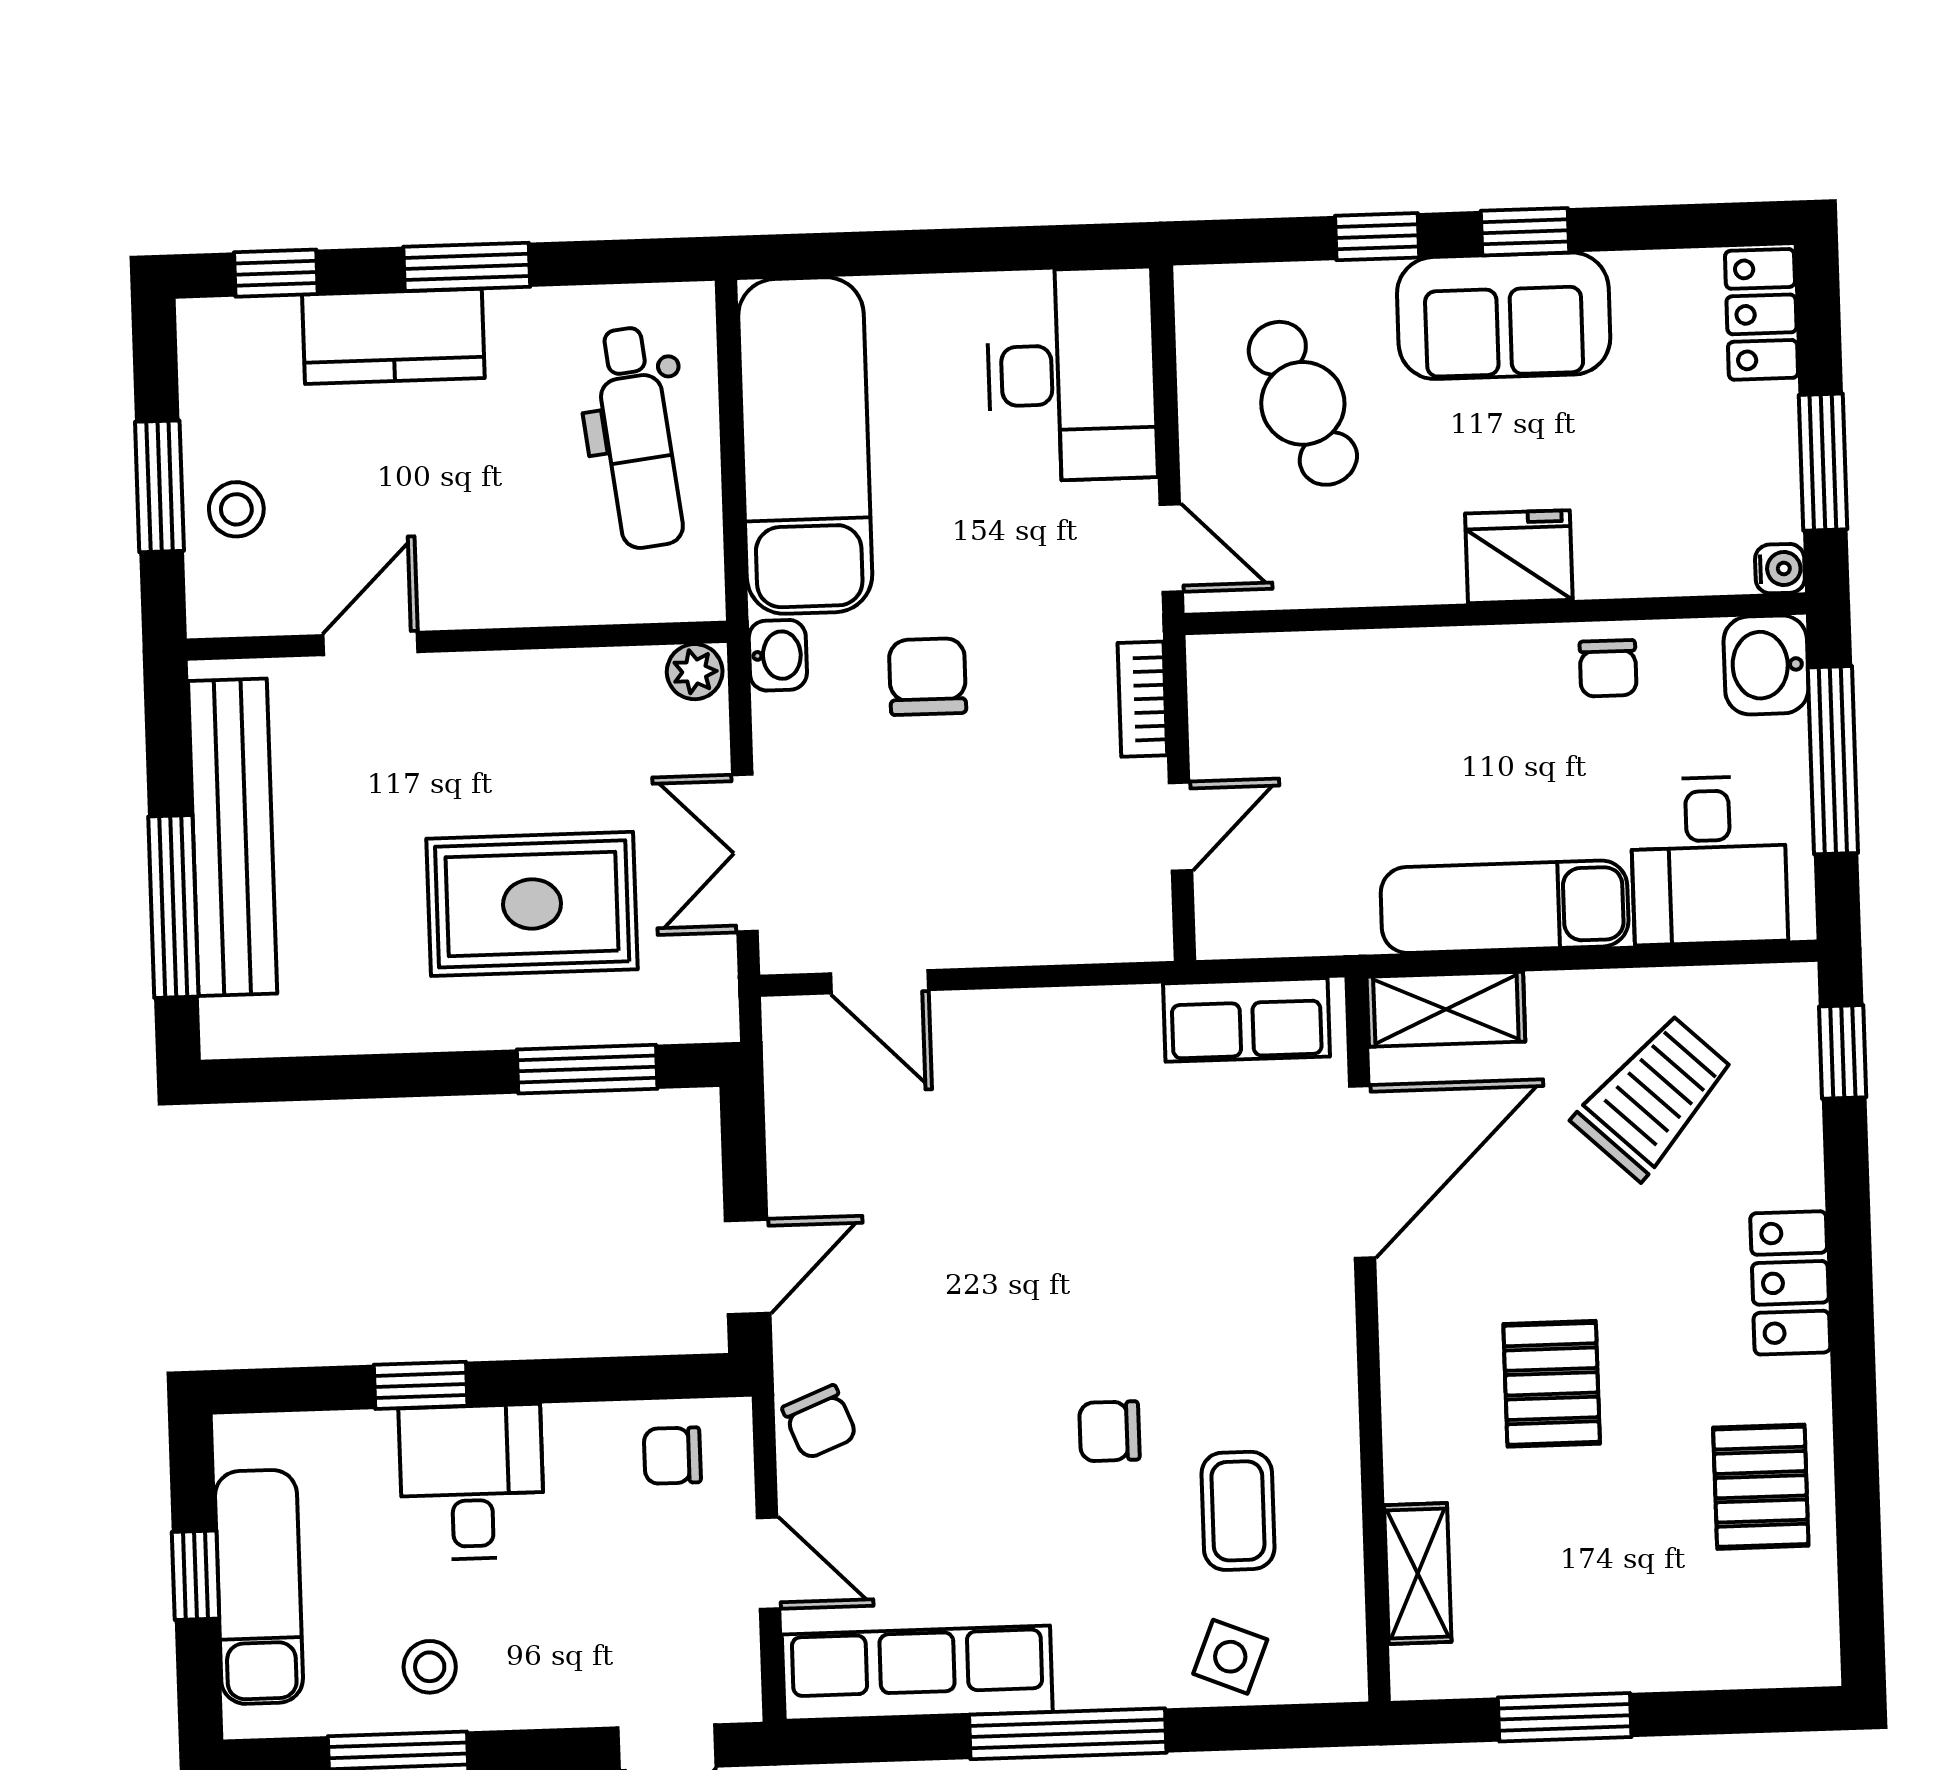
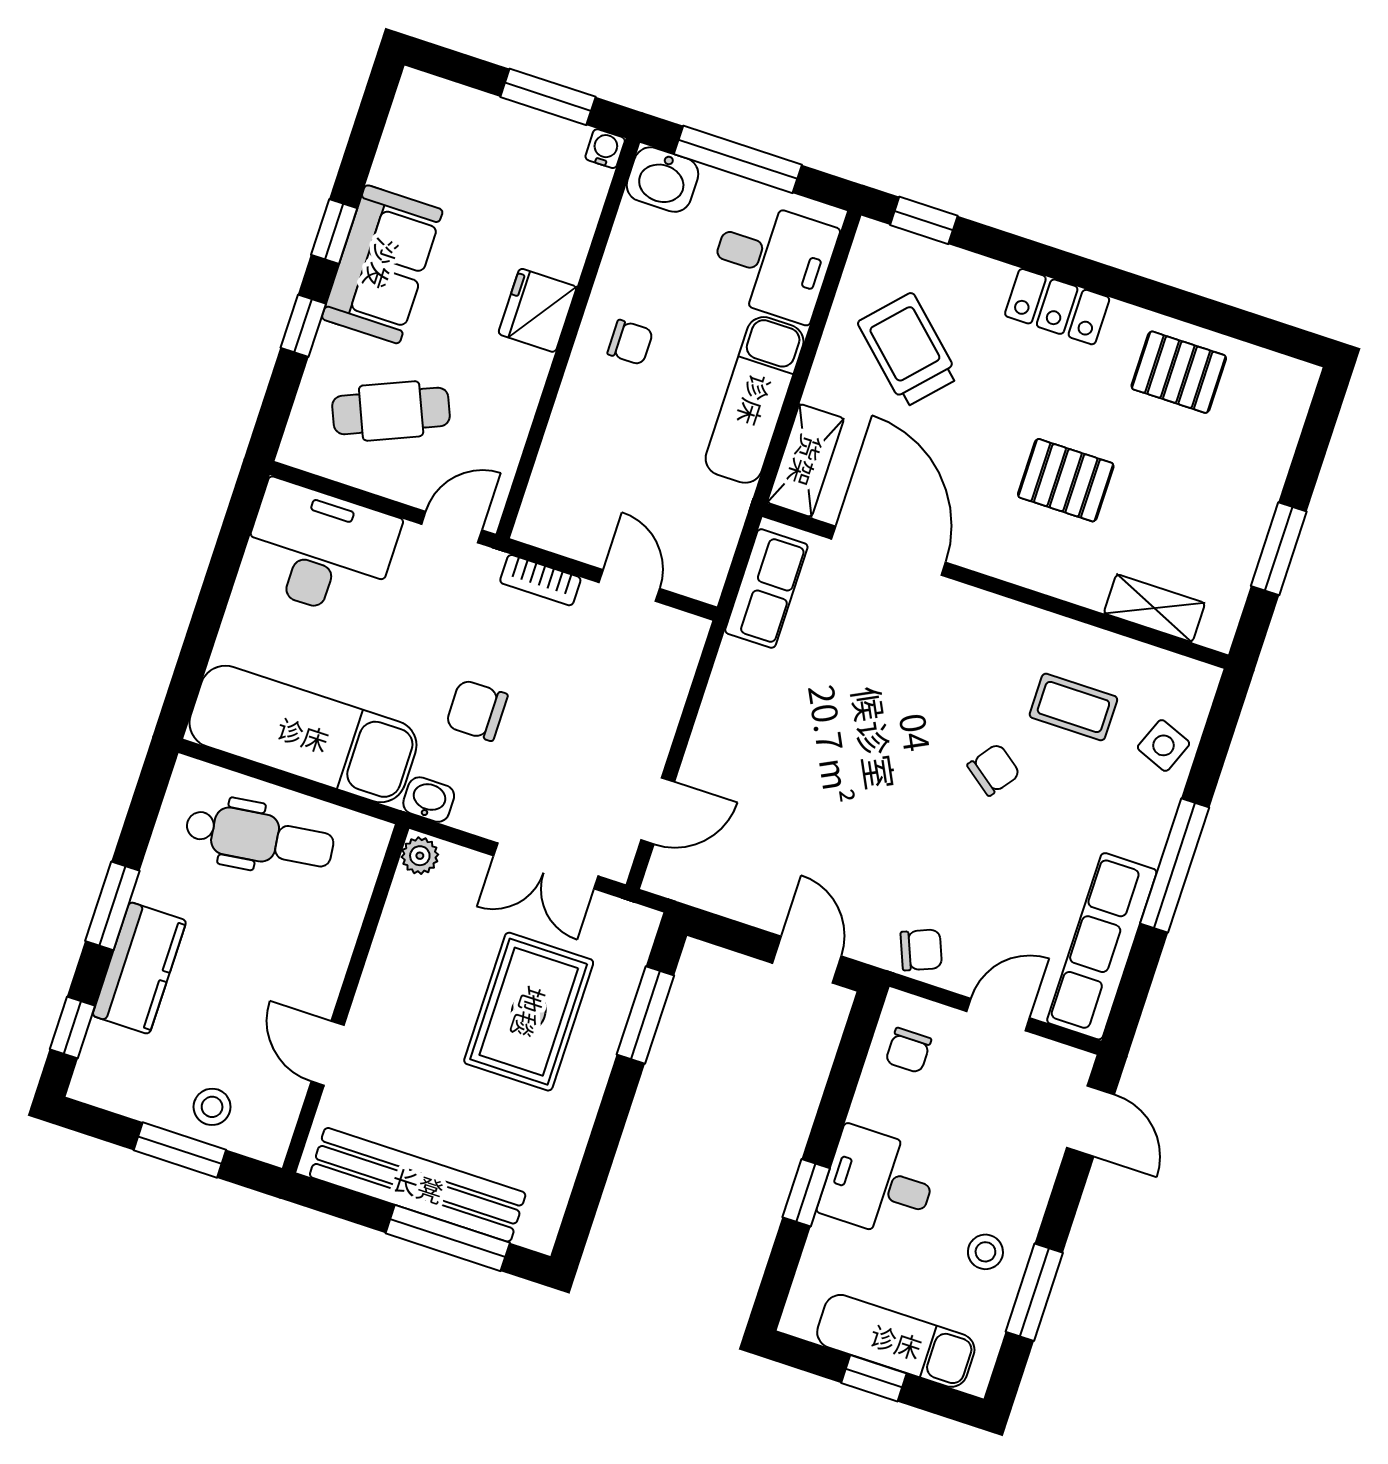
locker: (1761, 314) -> (441, 102), removed
chair: (1608, 668) -> (630, 342), moved
chair: (1109, 1431) -> (994, 770), turned -143

